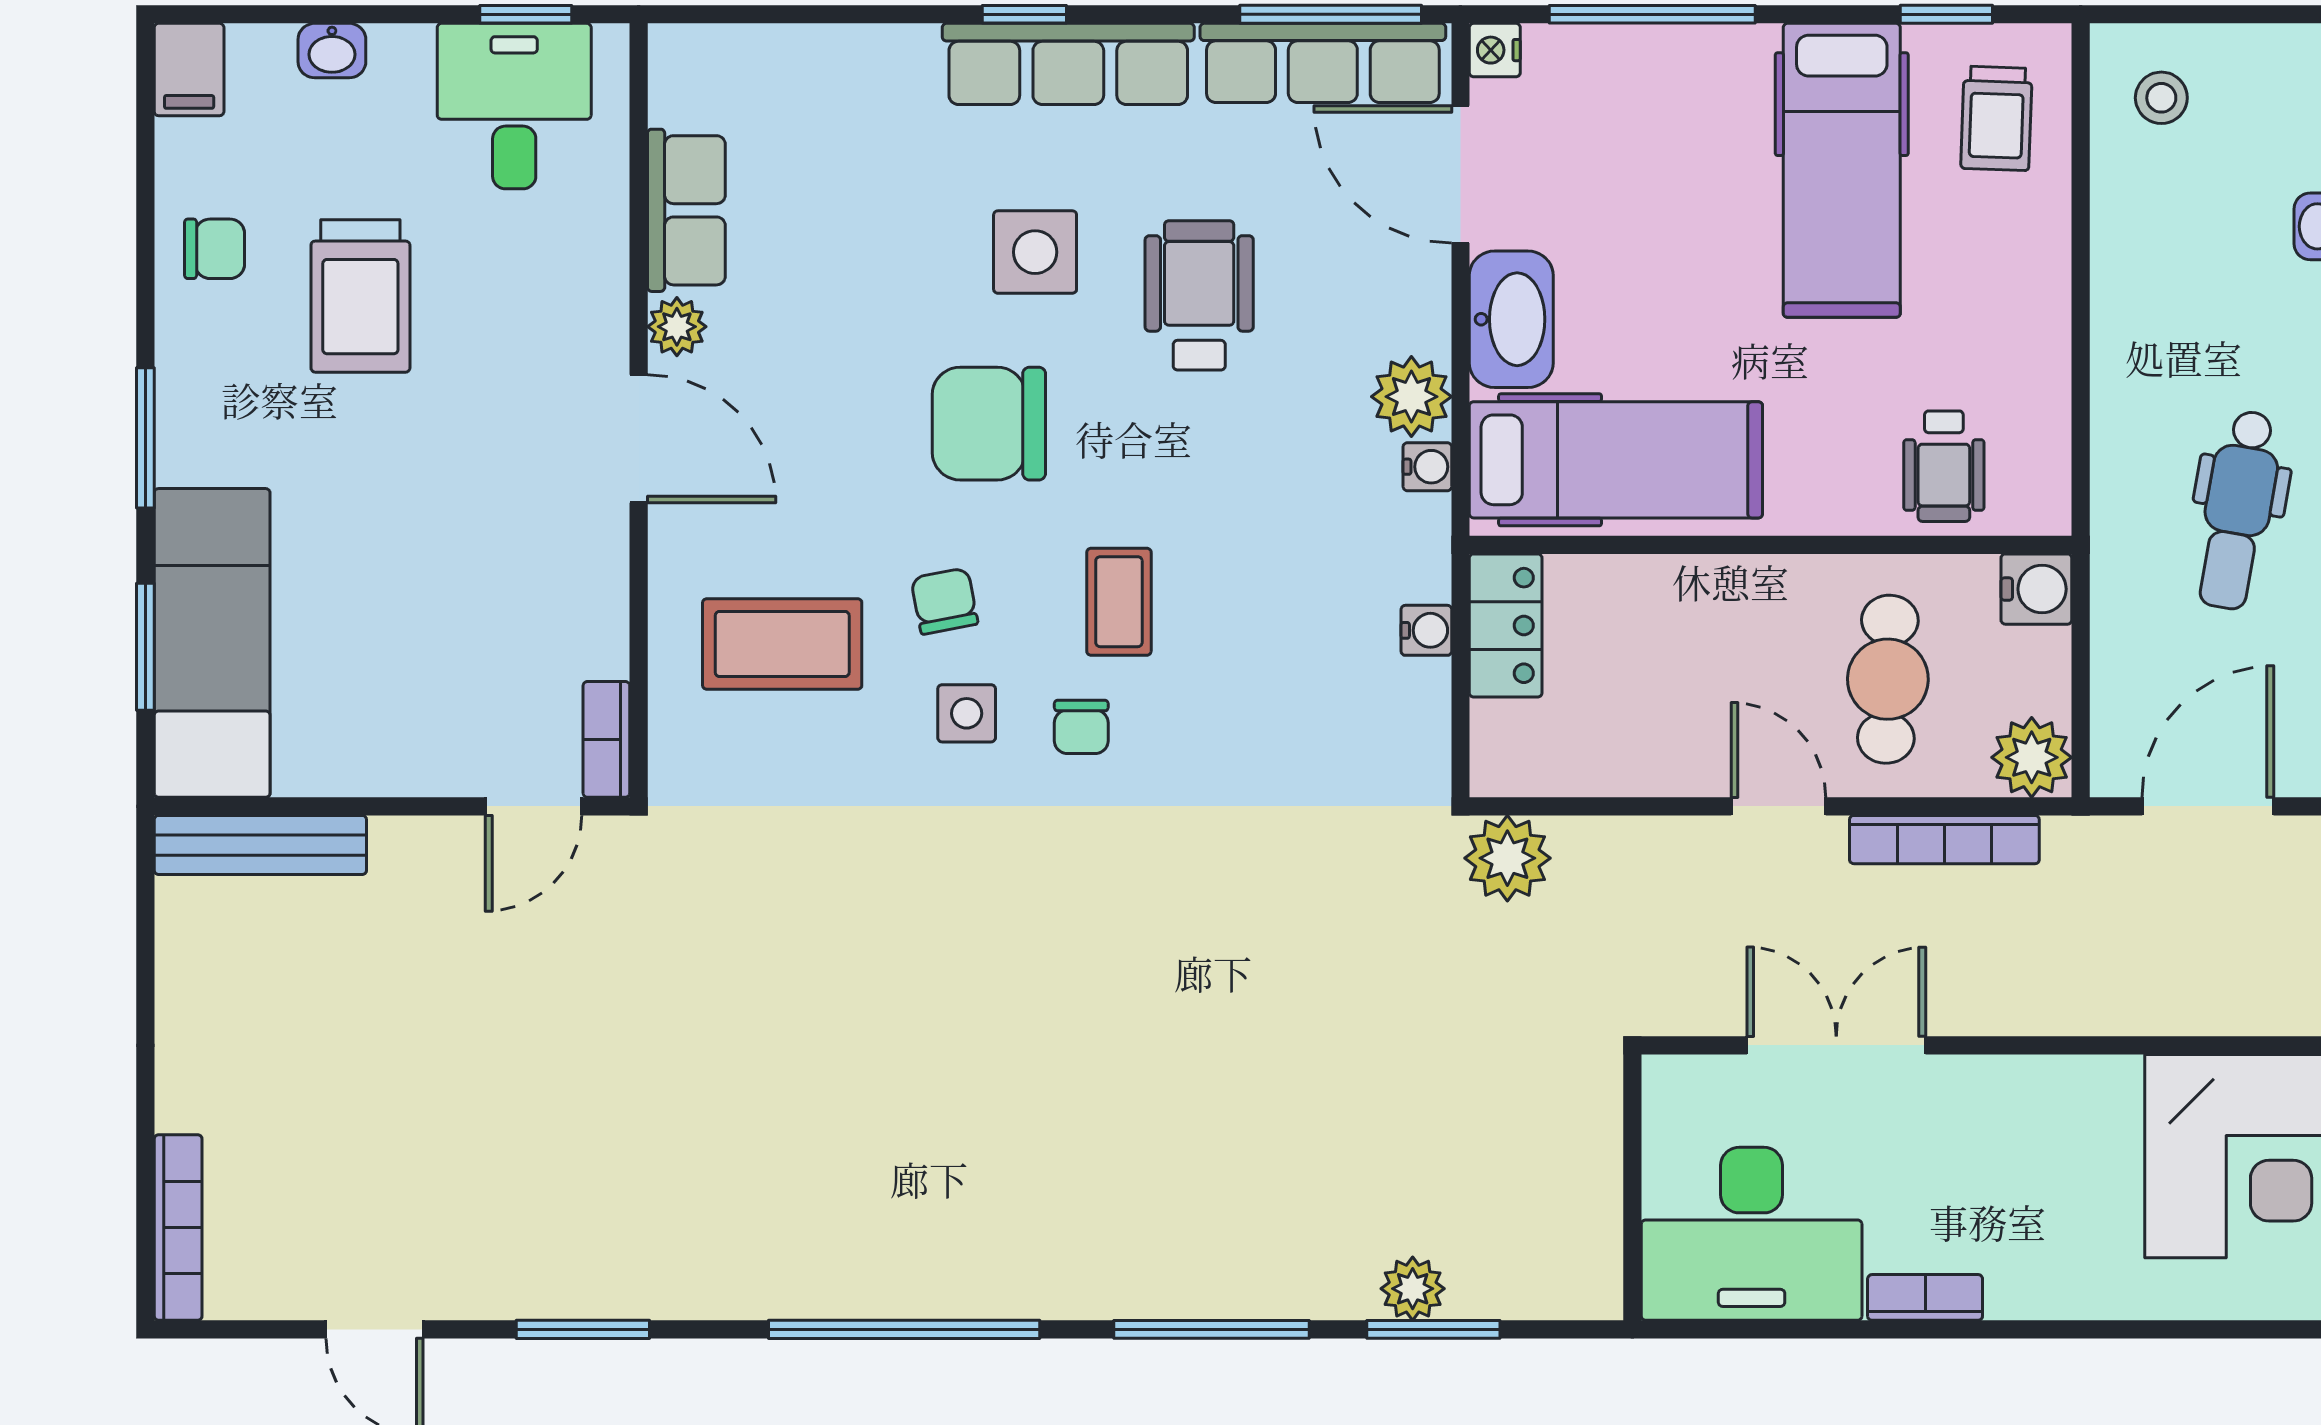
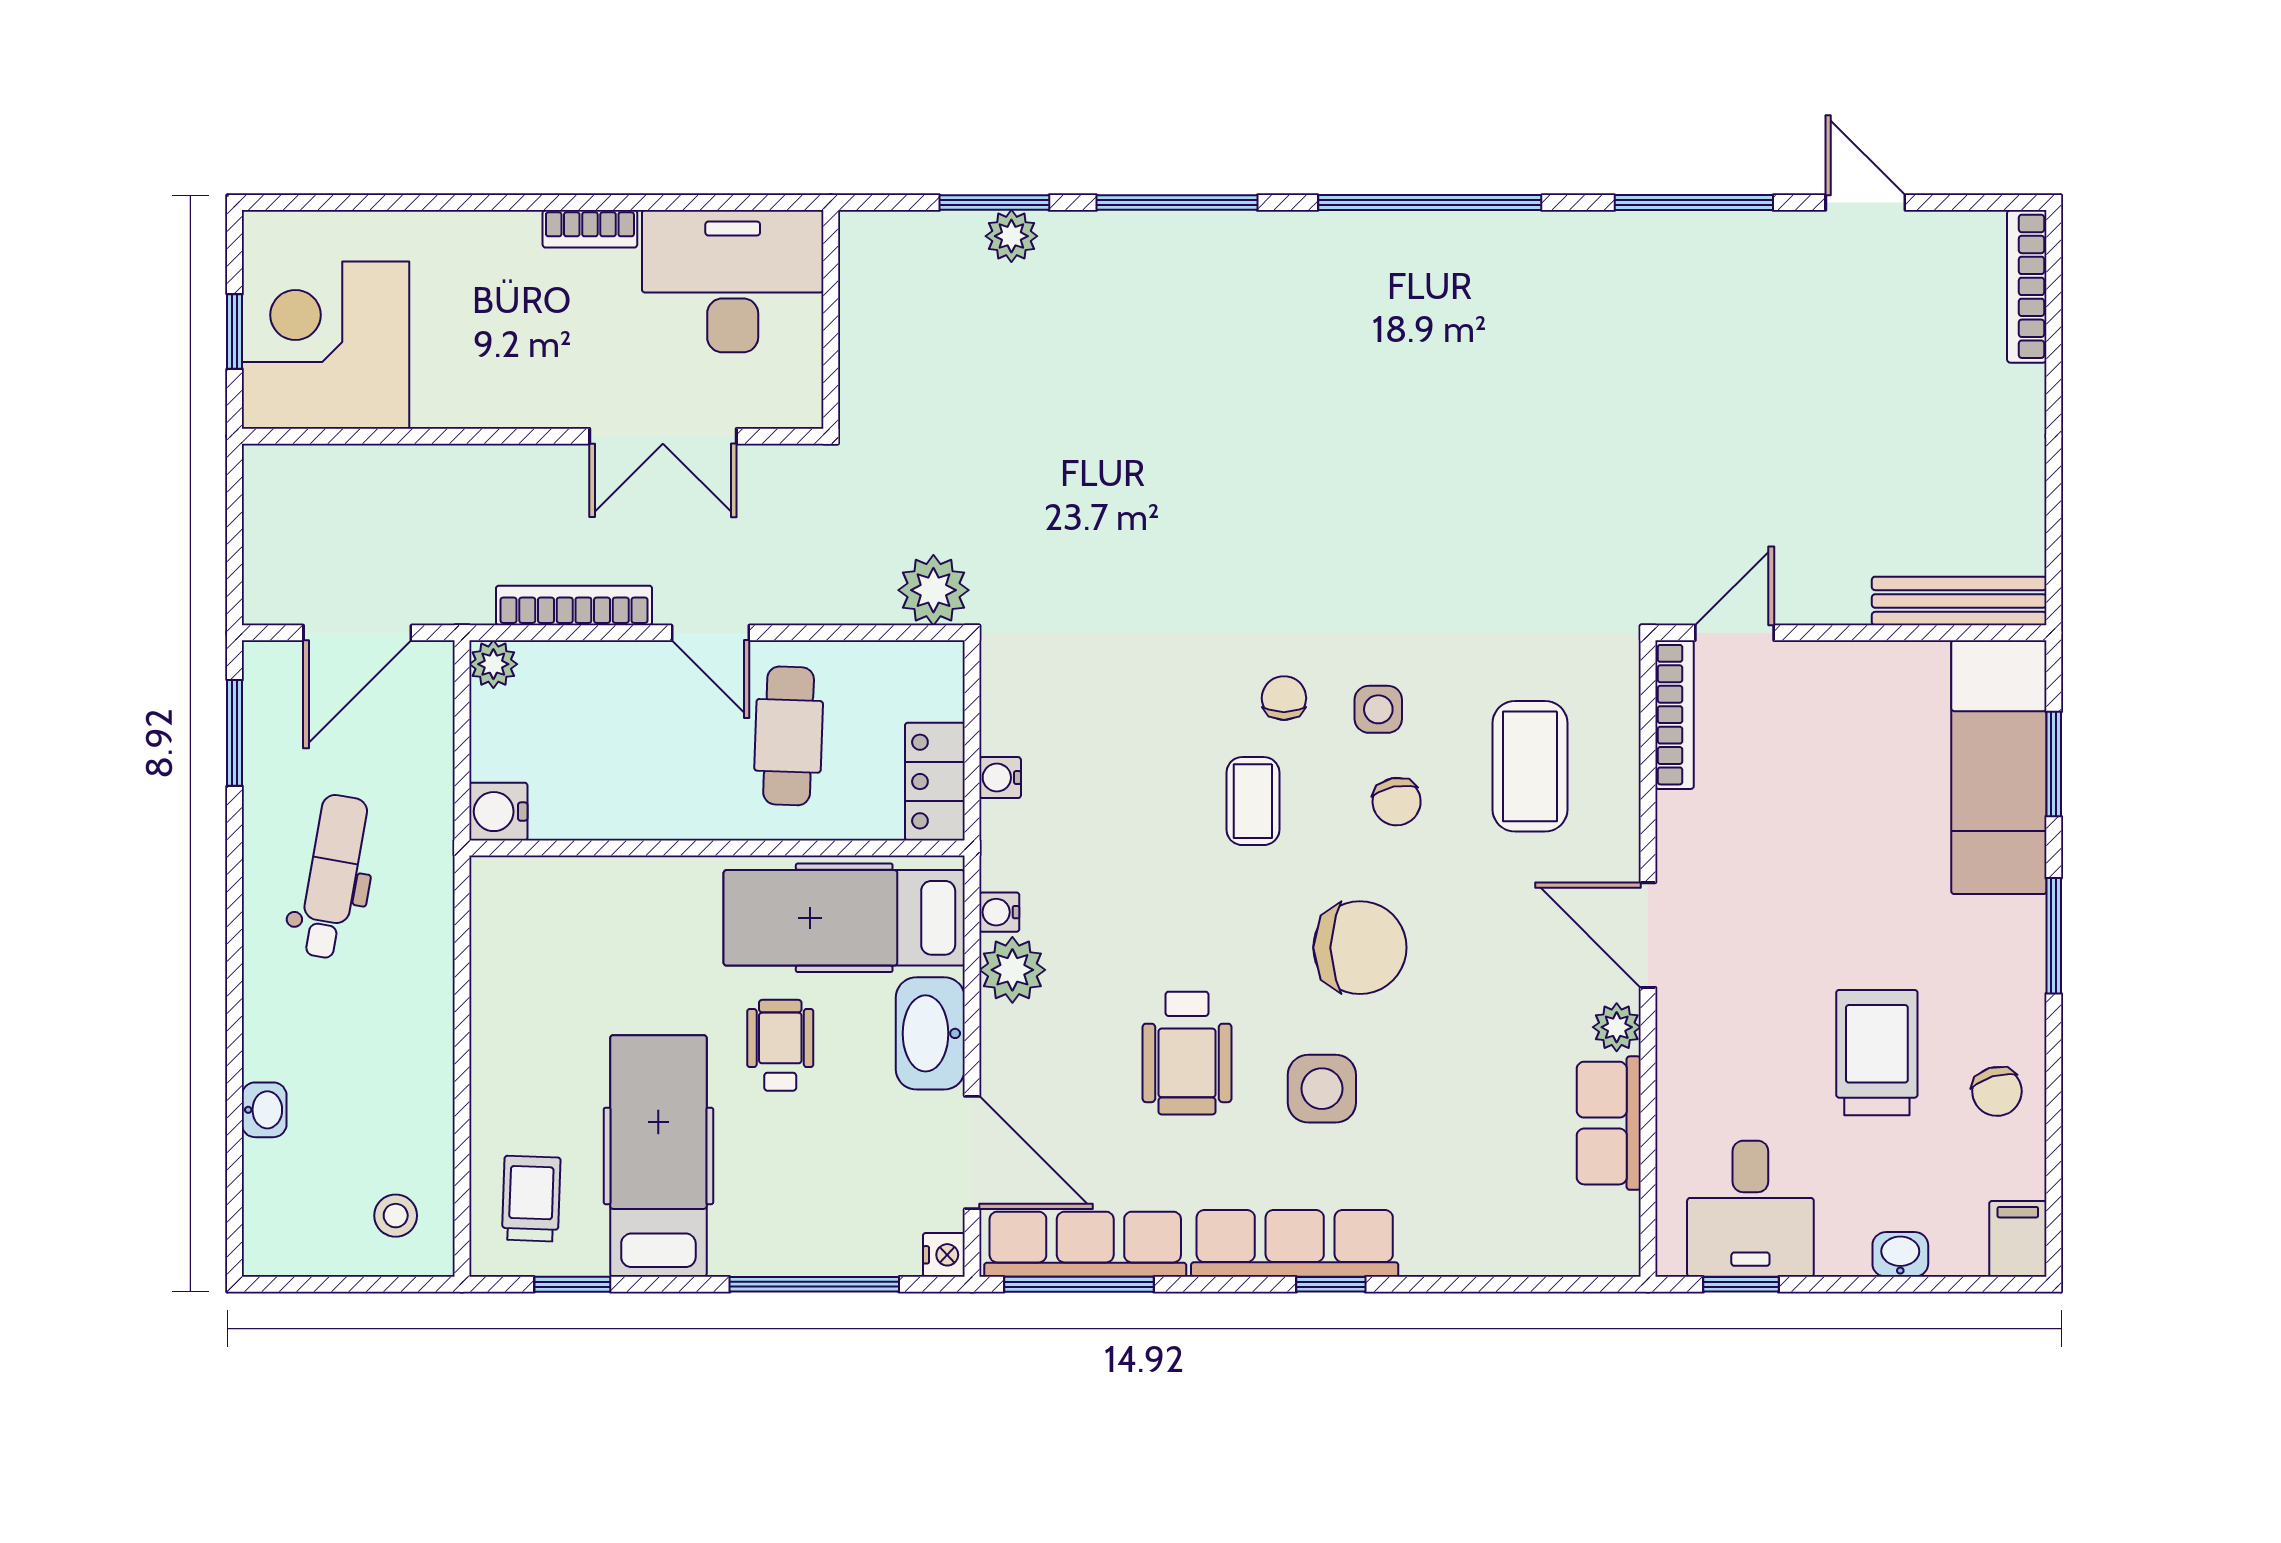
chair: (215, 249) -> (1997, 1091), turned -107
wheelchair: (1944, 466) -> (780, 1045), moved
coffee table: (782, 644) -> (1530, 766), turned 90
cafe table: (1888, 679) -> (789, 736), moved
bookcase: (606, 739) -> (1675, 715), width x1.56
plant: (2032, 757) -> (493, 664), width x0.73, depth x0.73
window: (583, 1329) -> (1694, 203), width x1.44

